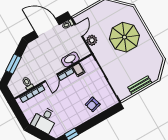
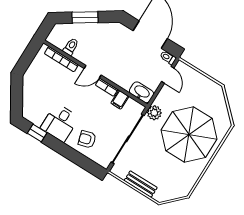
door: (79, 30) -> (168, 75), hinge flipped
parasol: (124, 37) -> (189, 135), width x1.36, depth x1.36
plant: (92, 40) -> (154, 113), moved
washbasin: (70, 59) -> (141, 92), moved
desk: (45, 120) -> (60, 123), moved, turned -58

